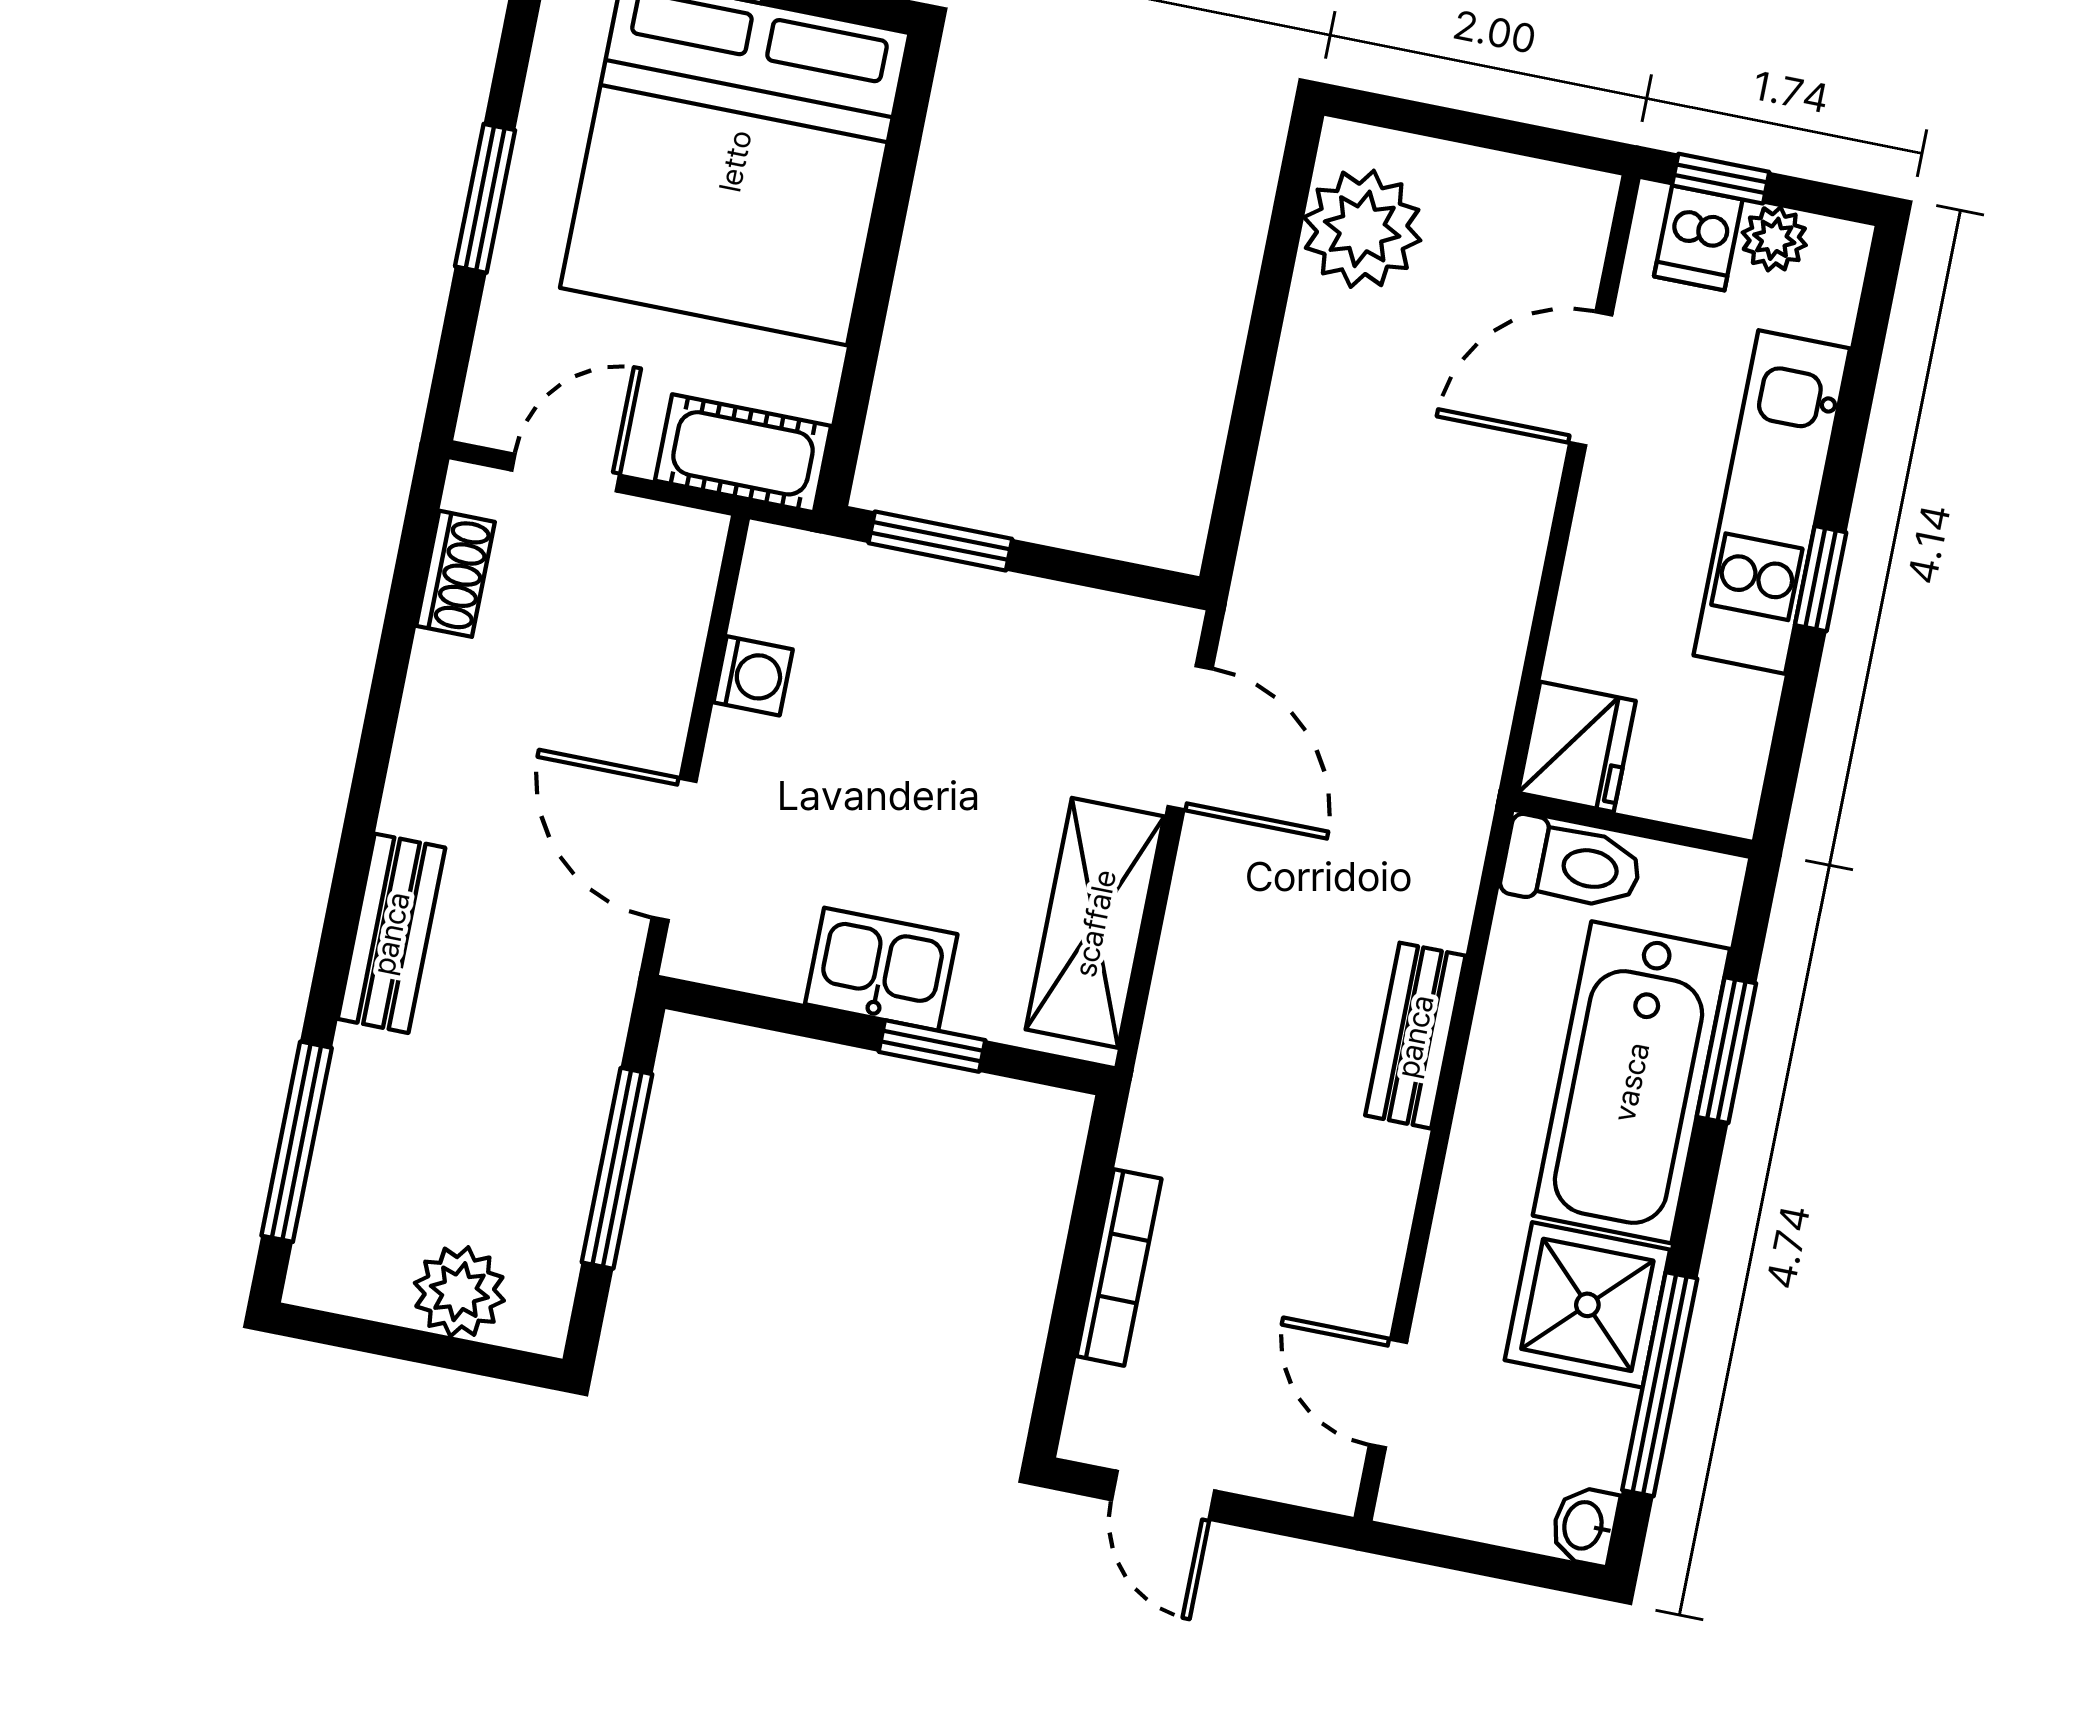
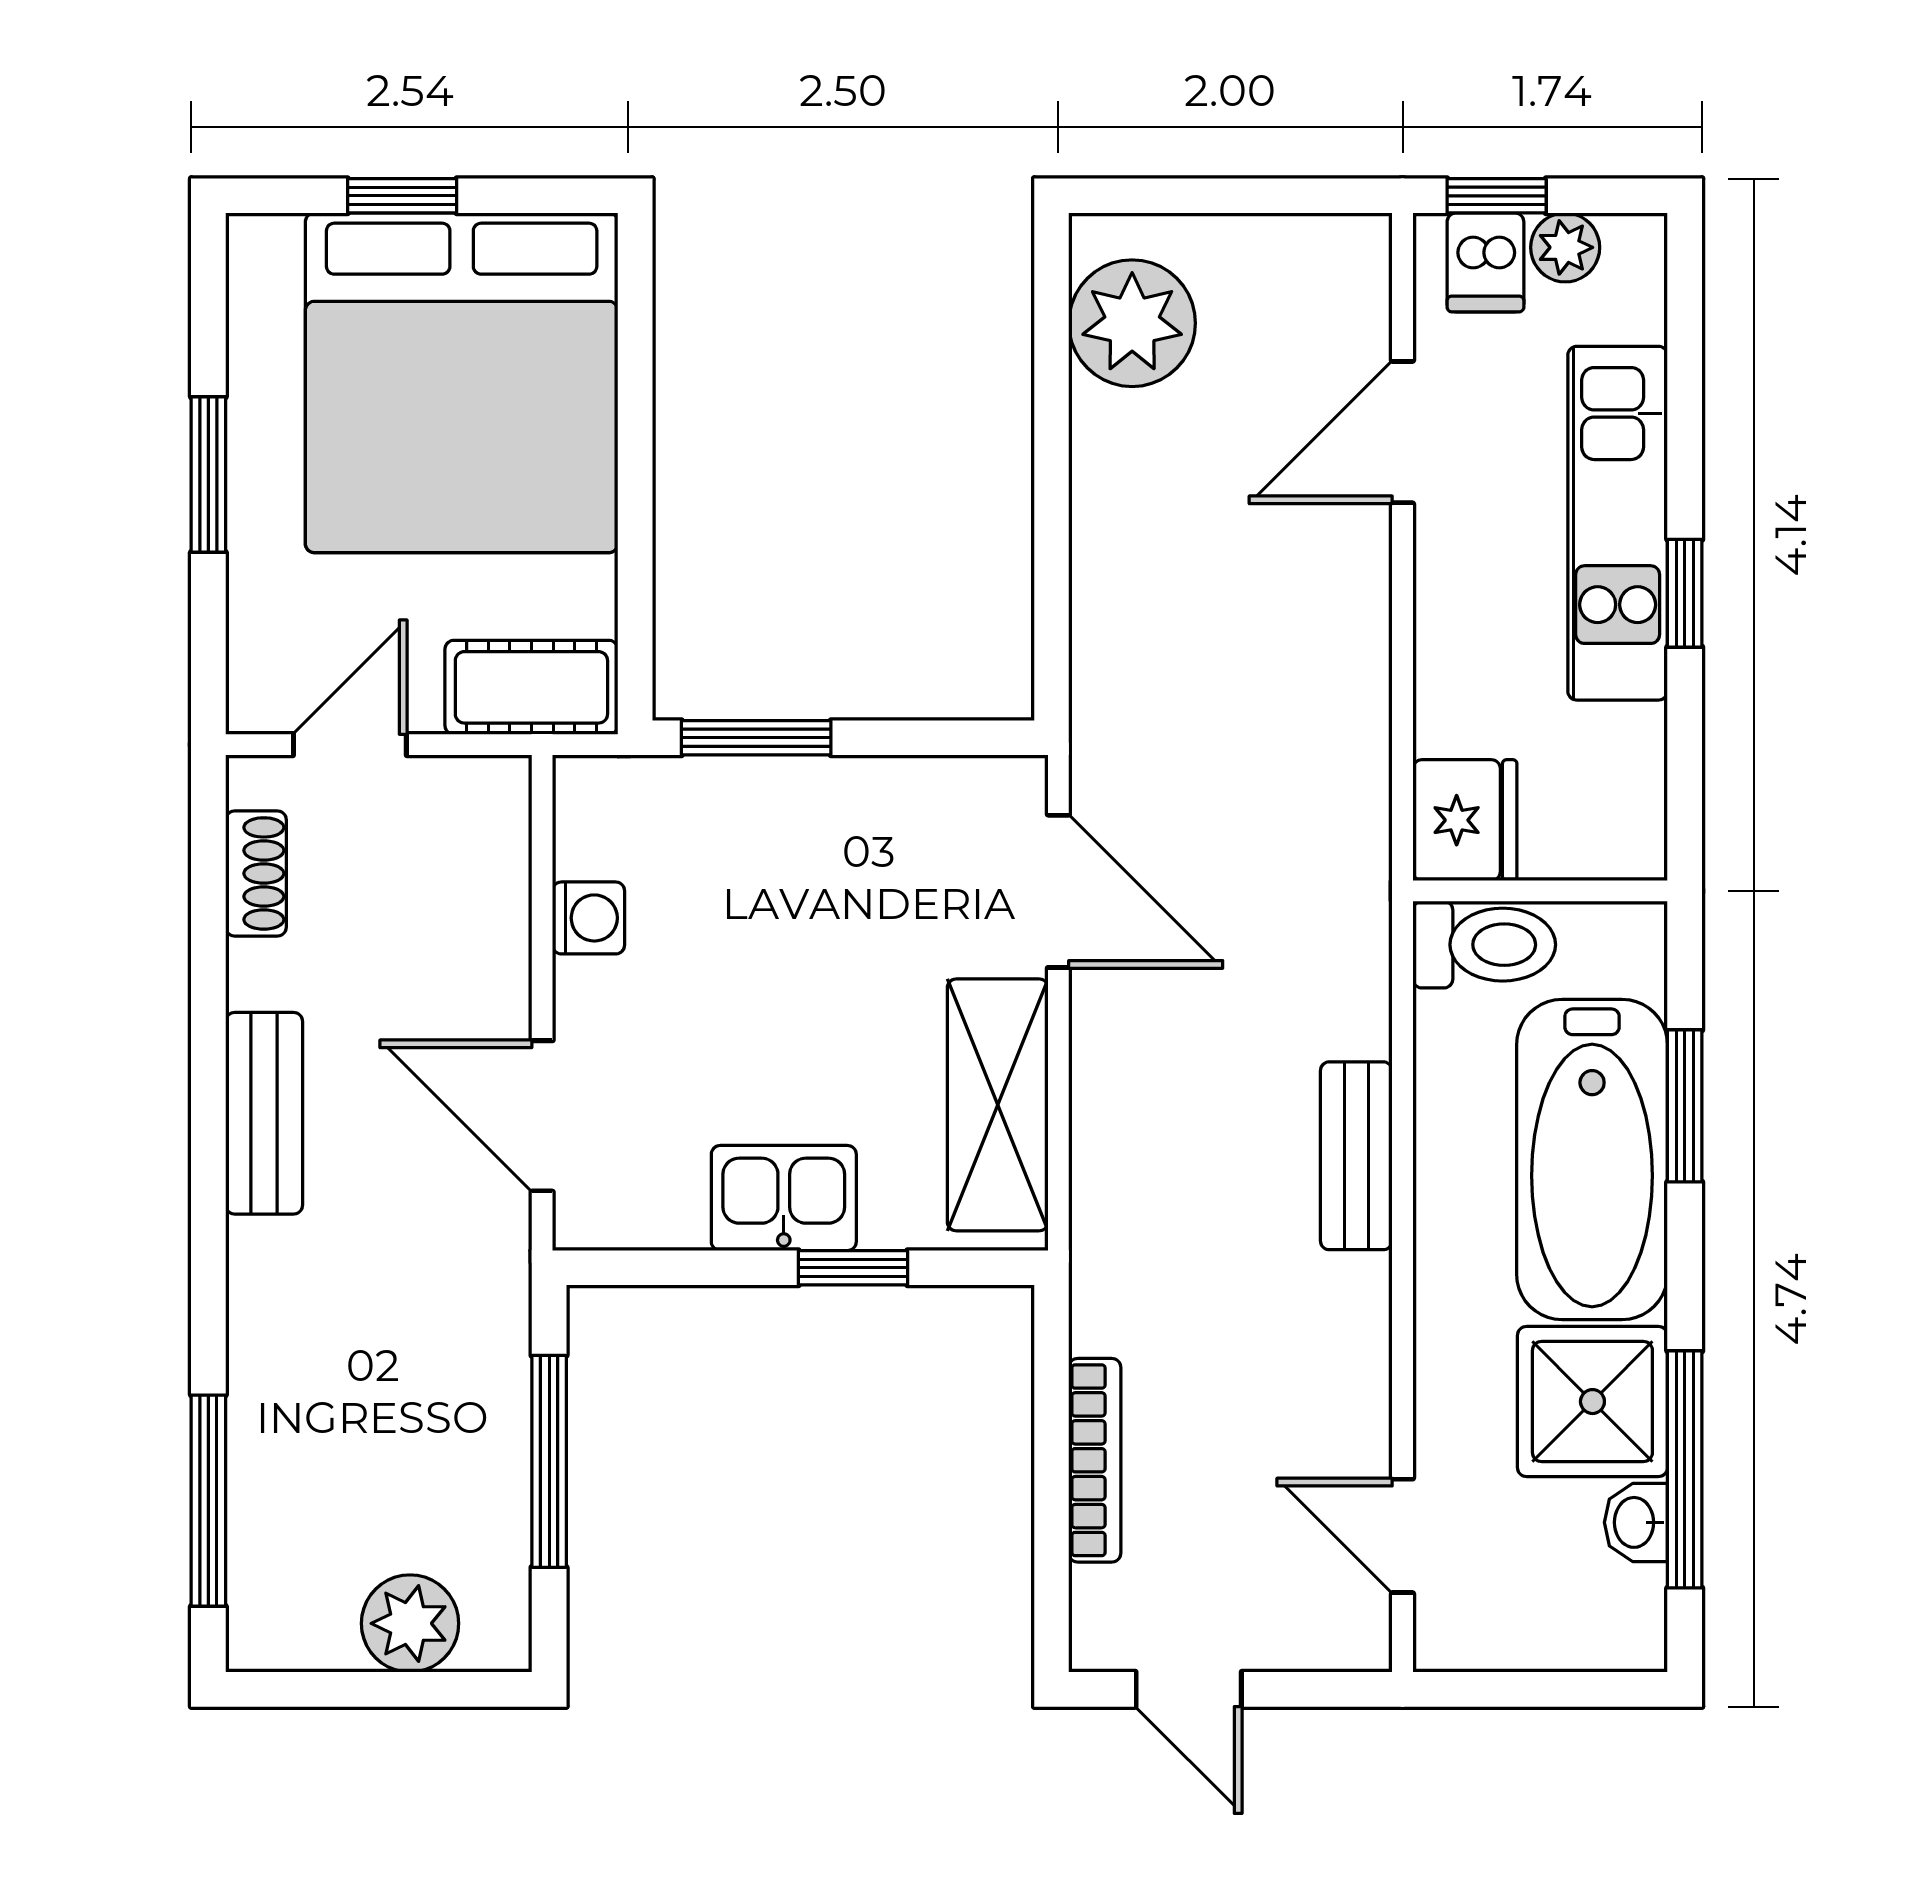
bench: (391, 933) -> (264, 1113), moved
washbasin: (1585, 1526) -> (1636, 1522), moved

